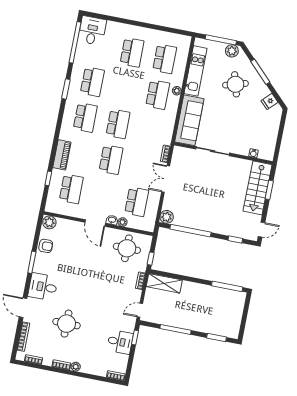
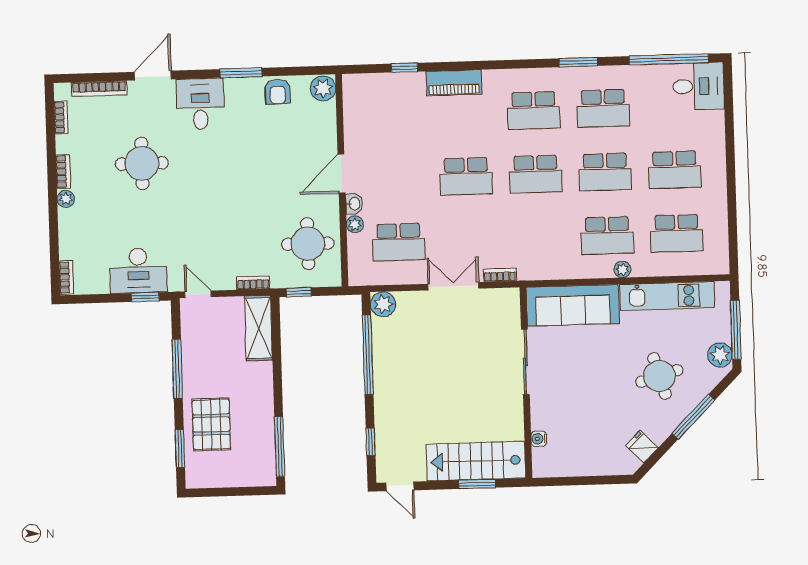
school desk: (71, 189) -> (605, 172), moved
pallet: (208, 319) -> (211, 424), added
desk: (120, 342) -> (138, 271), width x1.37

